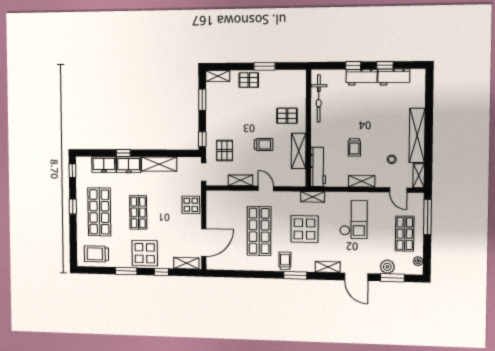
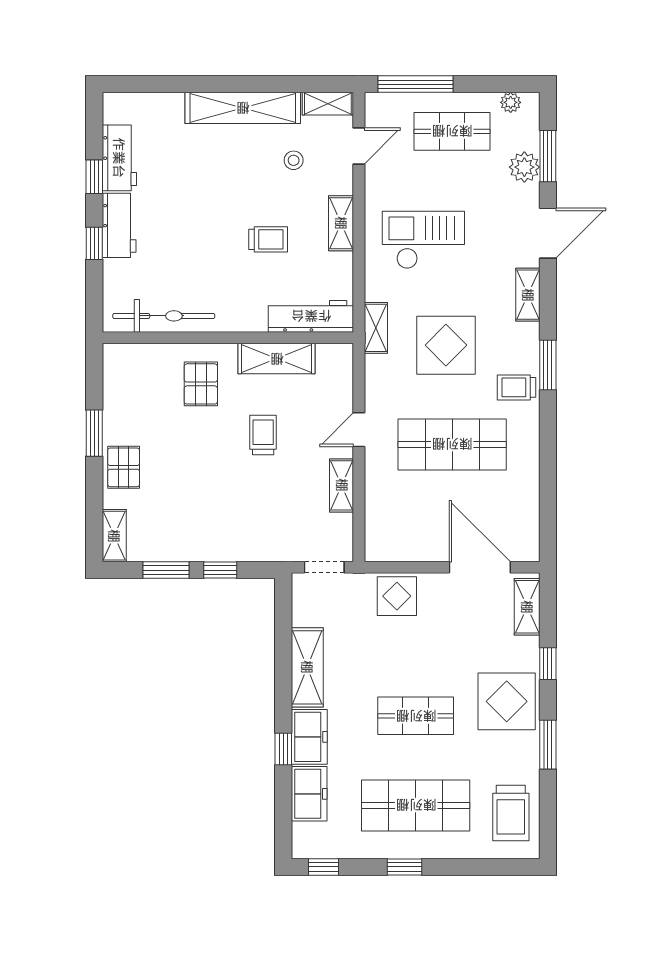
window: (202, 139) -> (220, 570), moved
pallet: (225, 150) -> (276, 521), removed

